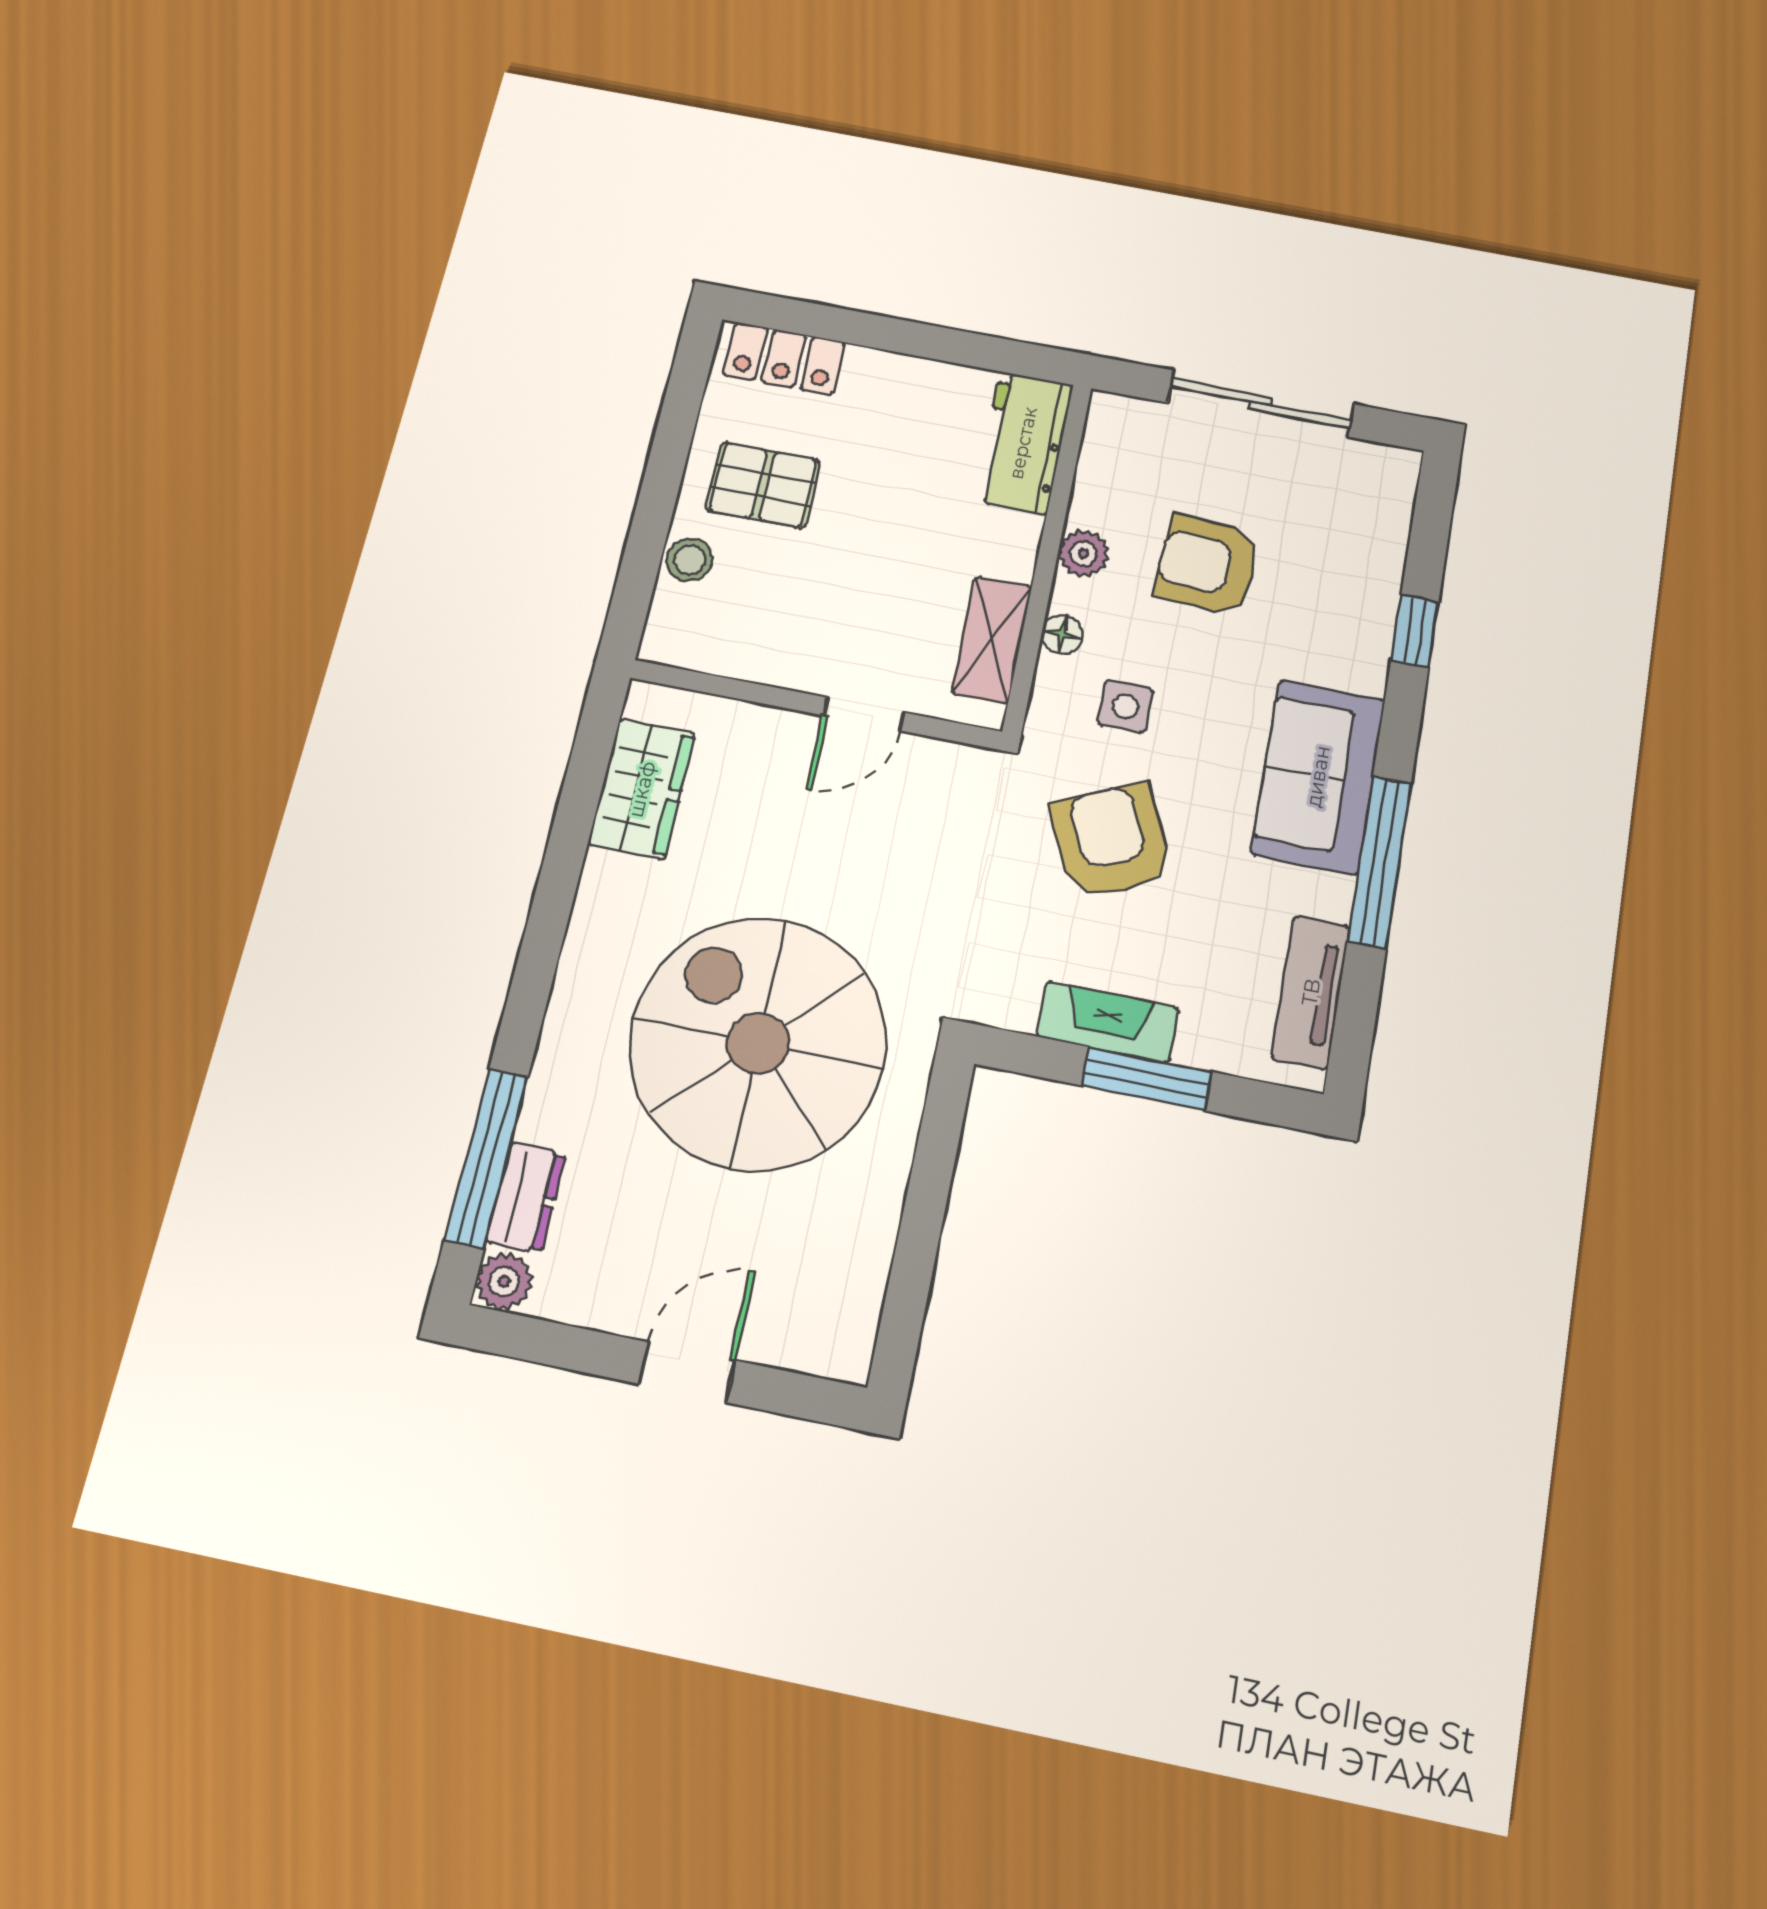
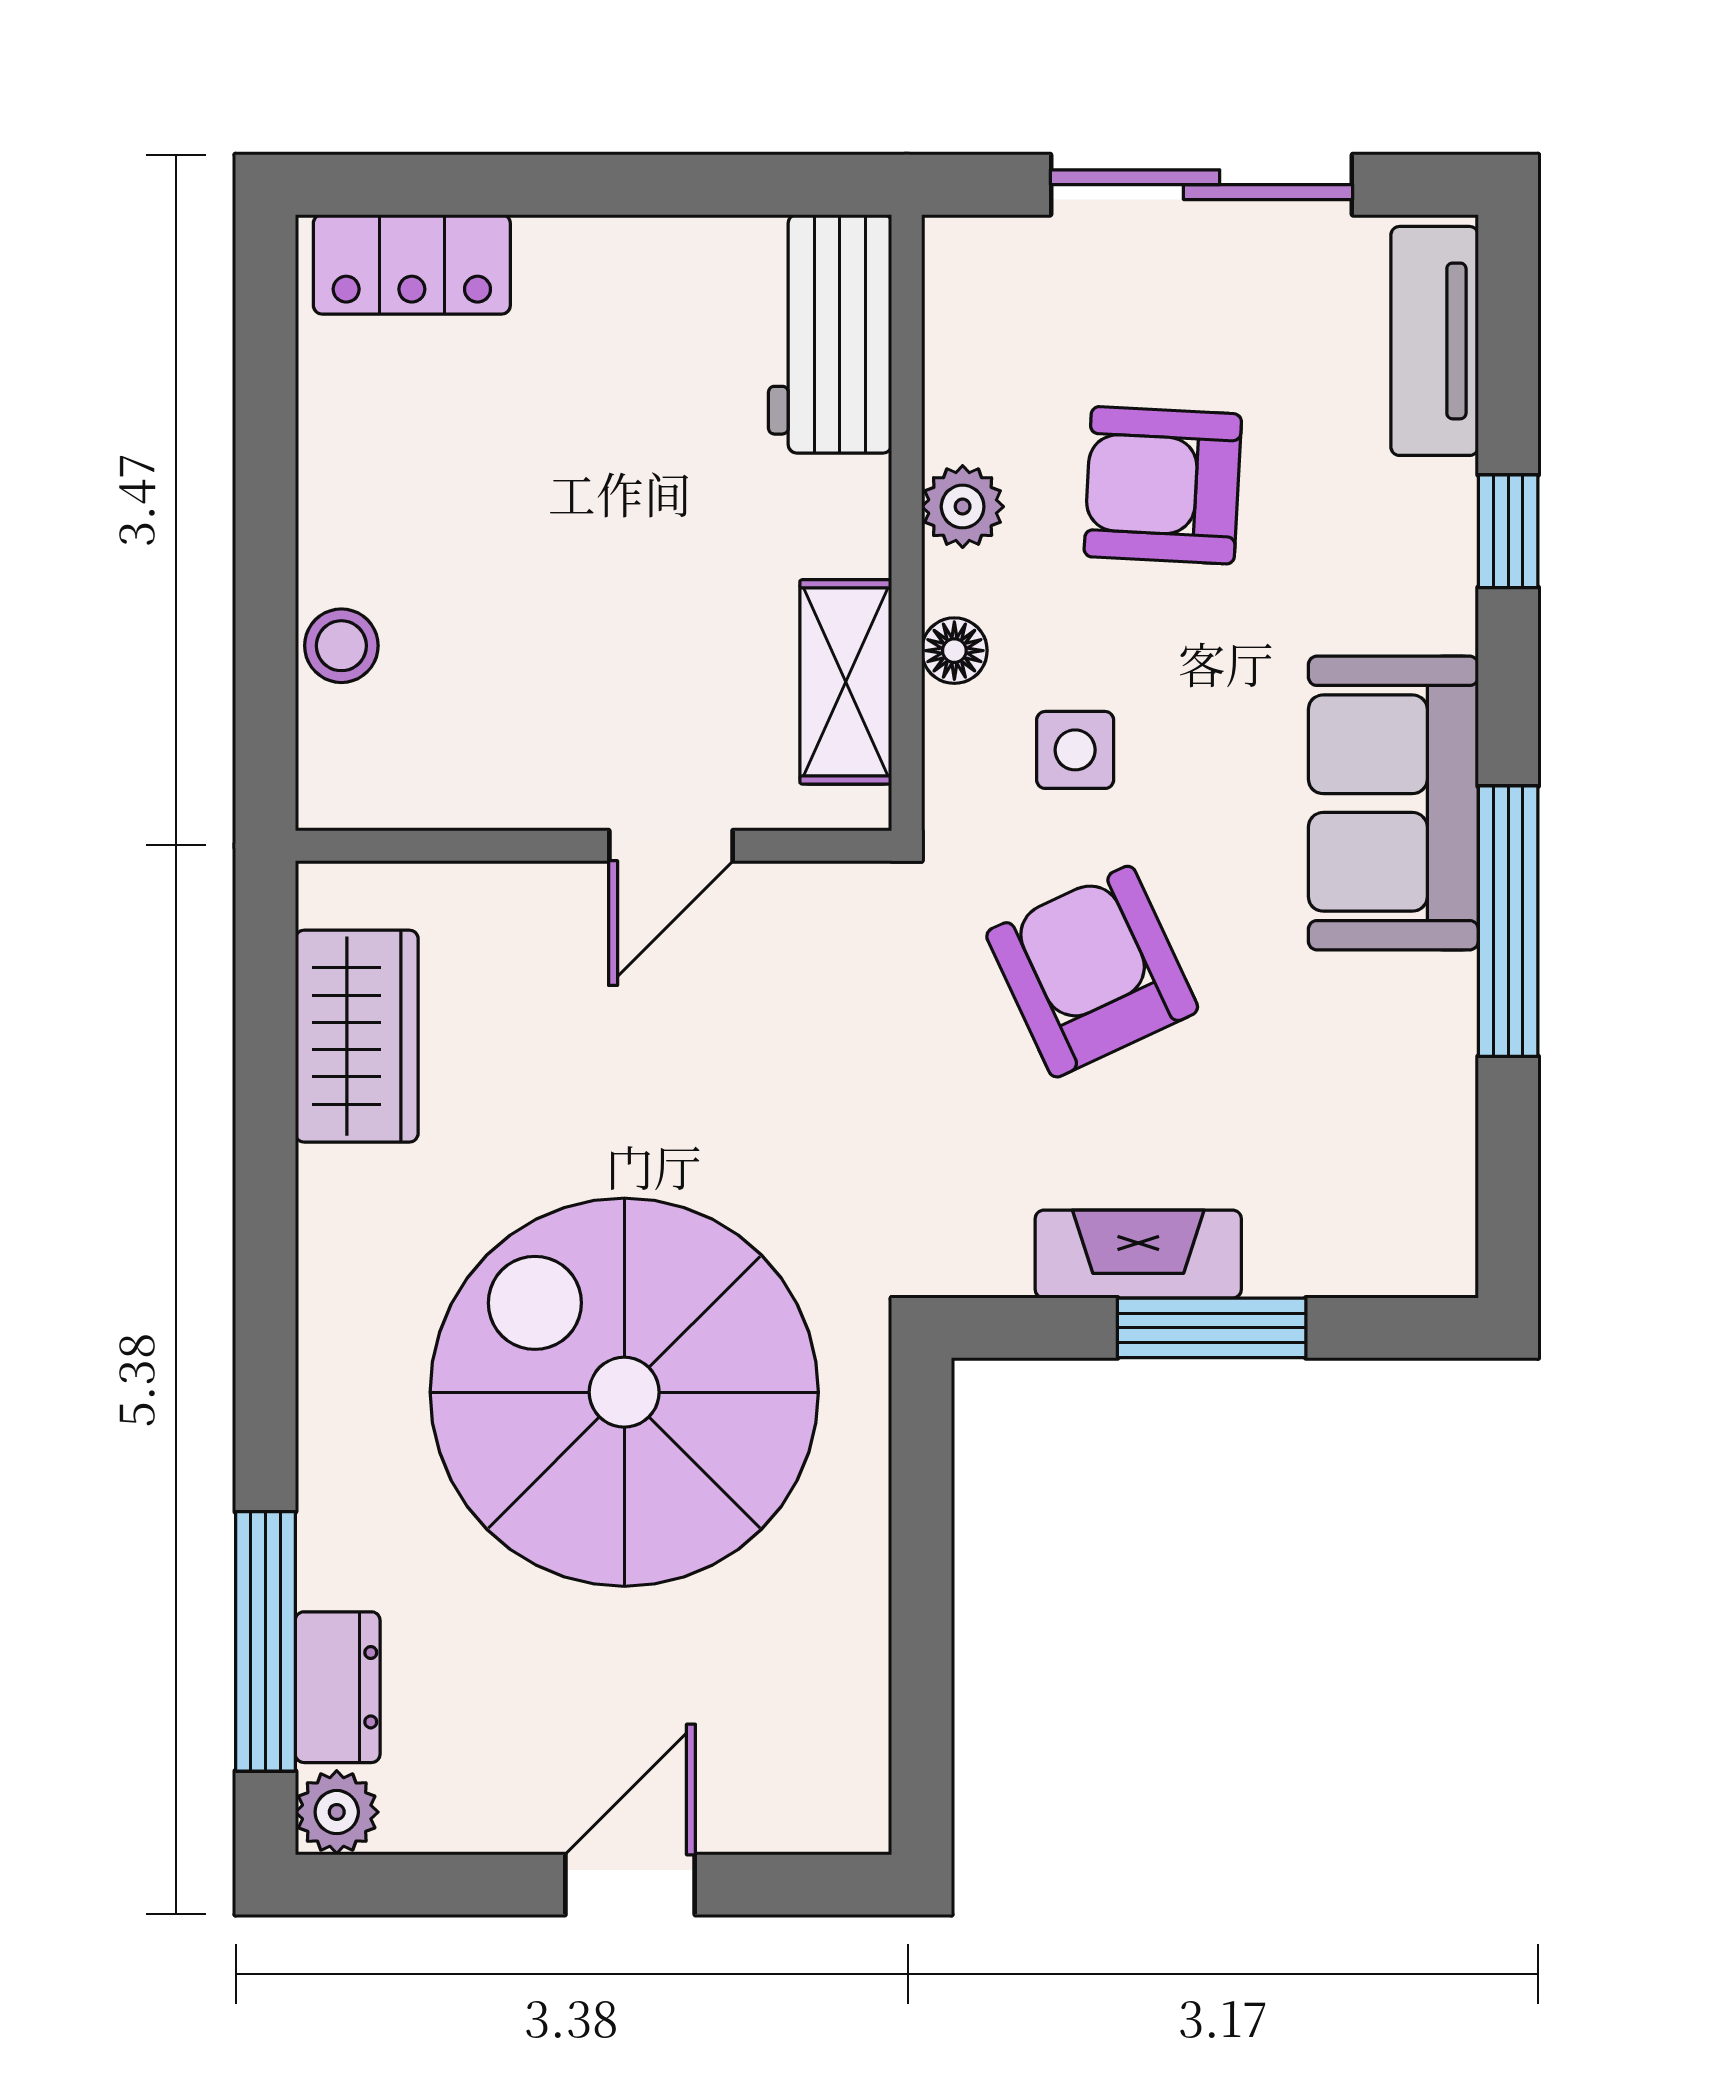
pallet: (763, 485) -> (428, 494), removed
tv unit: (1311, 992) -> (1435, 341), moved

